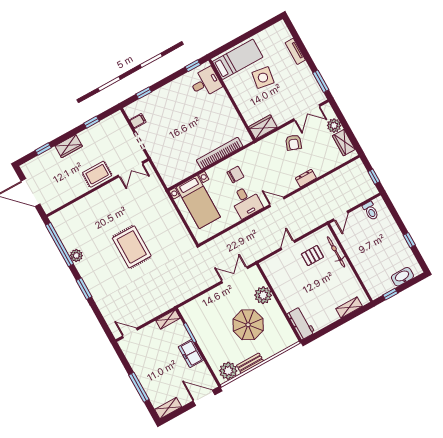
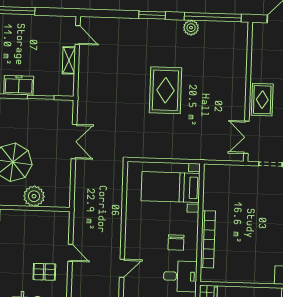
desk: (246, 202) -> (180, 276), moved, turned 180
rug: (132, 247) -> (165, 90), turned 90
pallet: (312, 256) -> (44, 272), turned 90
double door: (235, 275) -> (74, 141), moved
shelving: (168, 319) -> (69, 60), moved
door: (130, 333) -> (78, 35), hinge flipped

